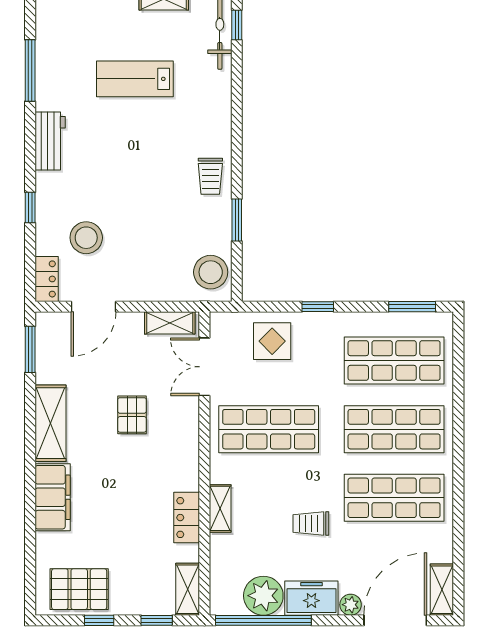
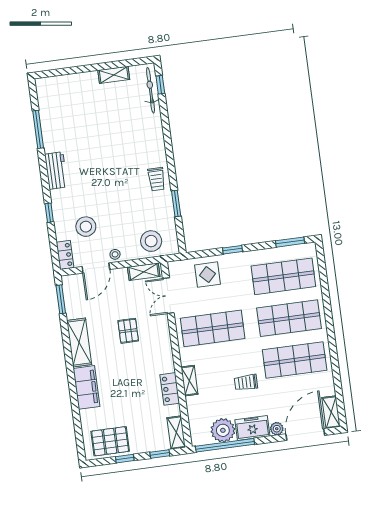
lab bench: (135, 79) -> (103, 126), removed
stool: (211, 272) -> (151, 241), moved
stool: (127, 289) -> (115, 254), added

